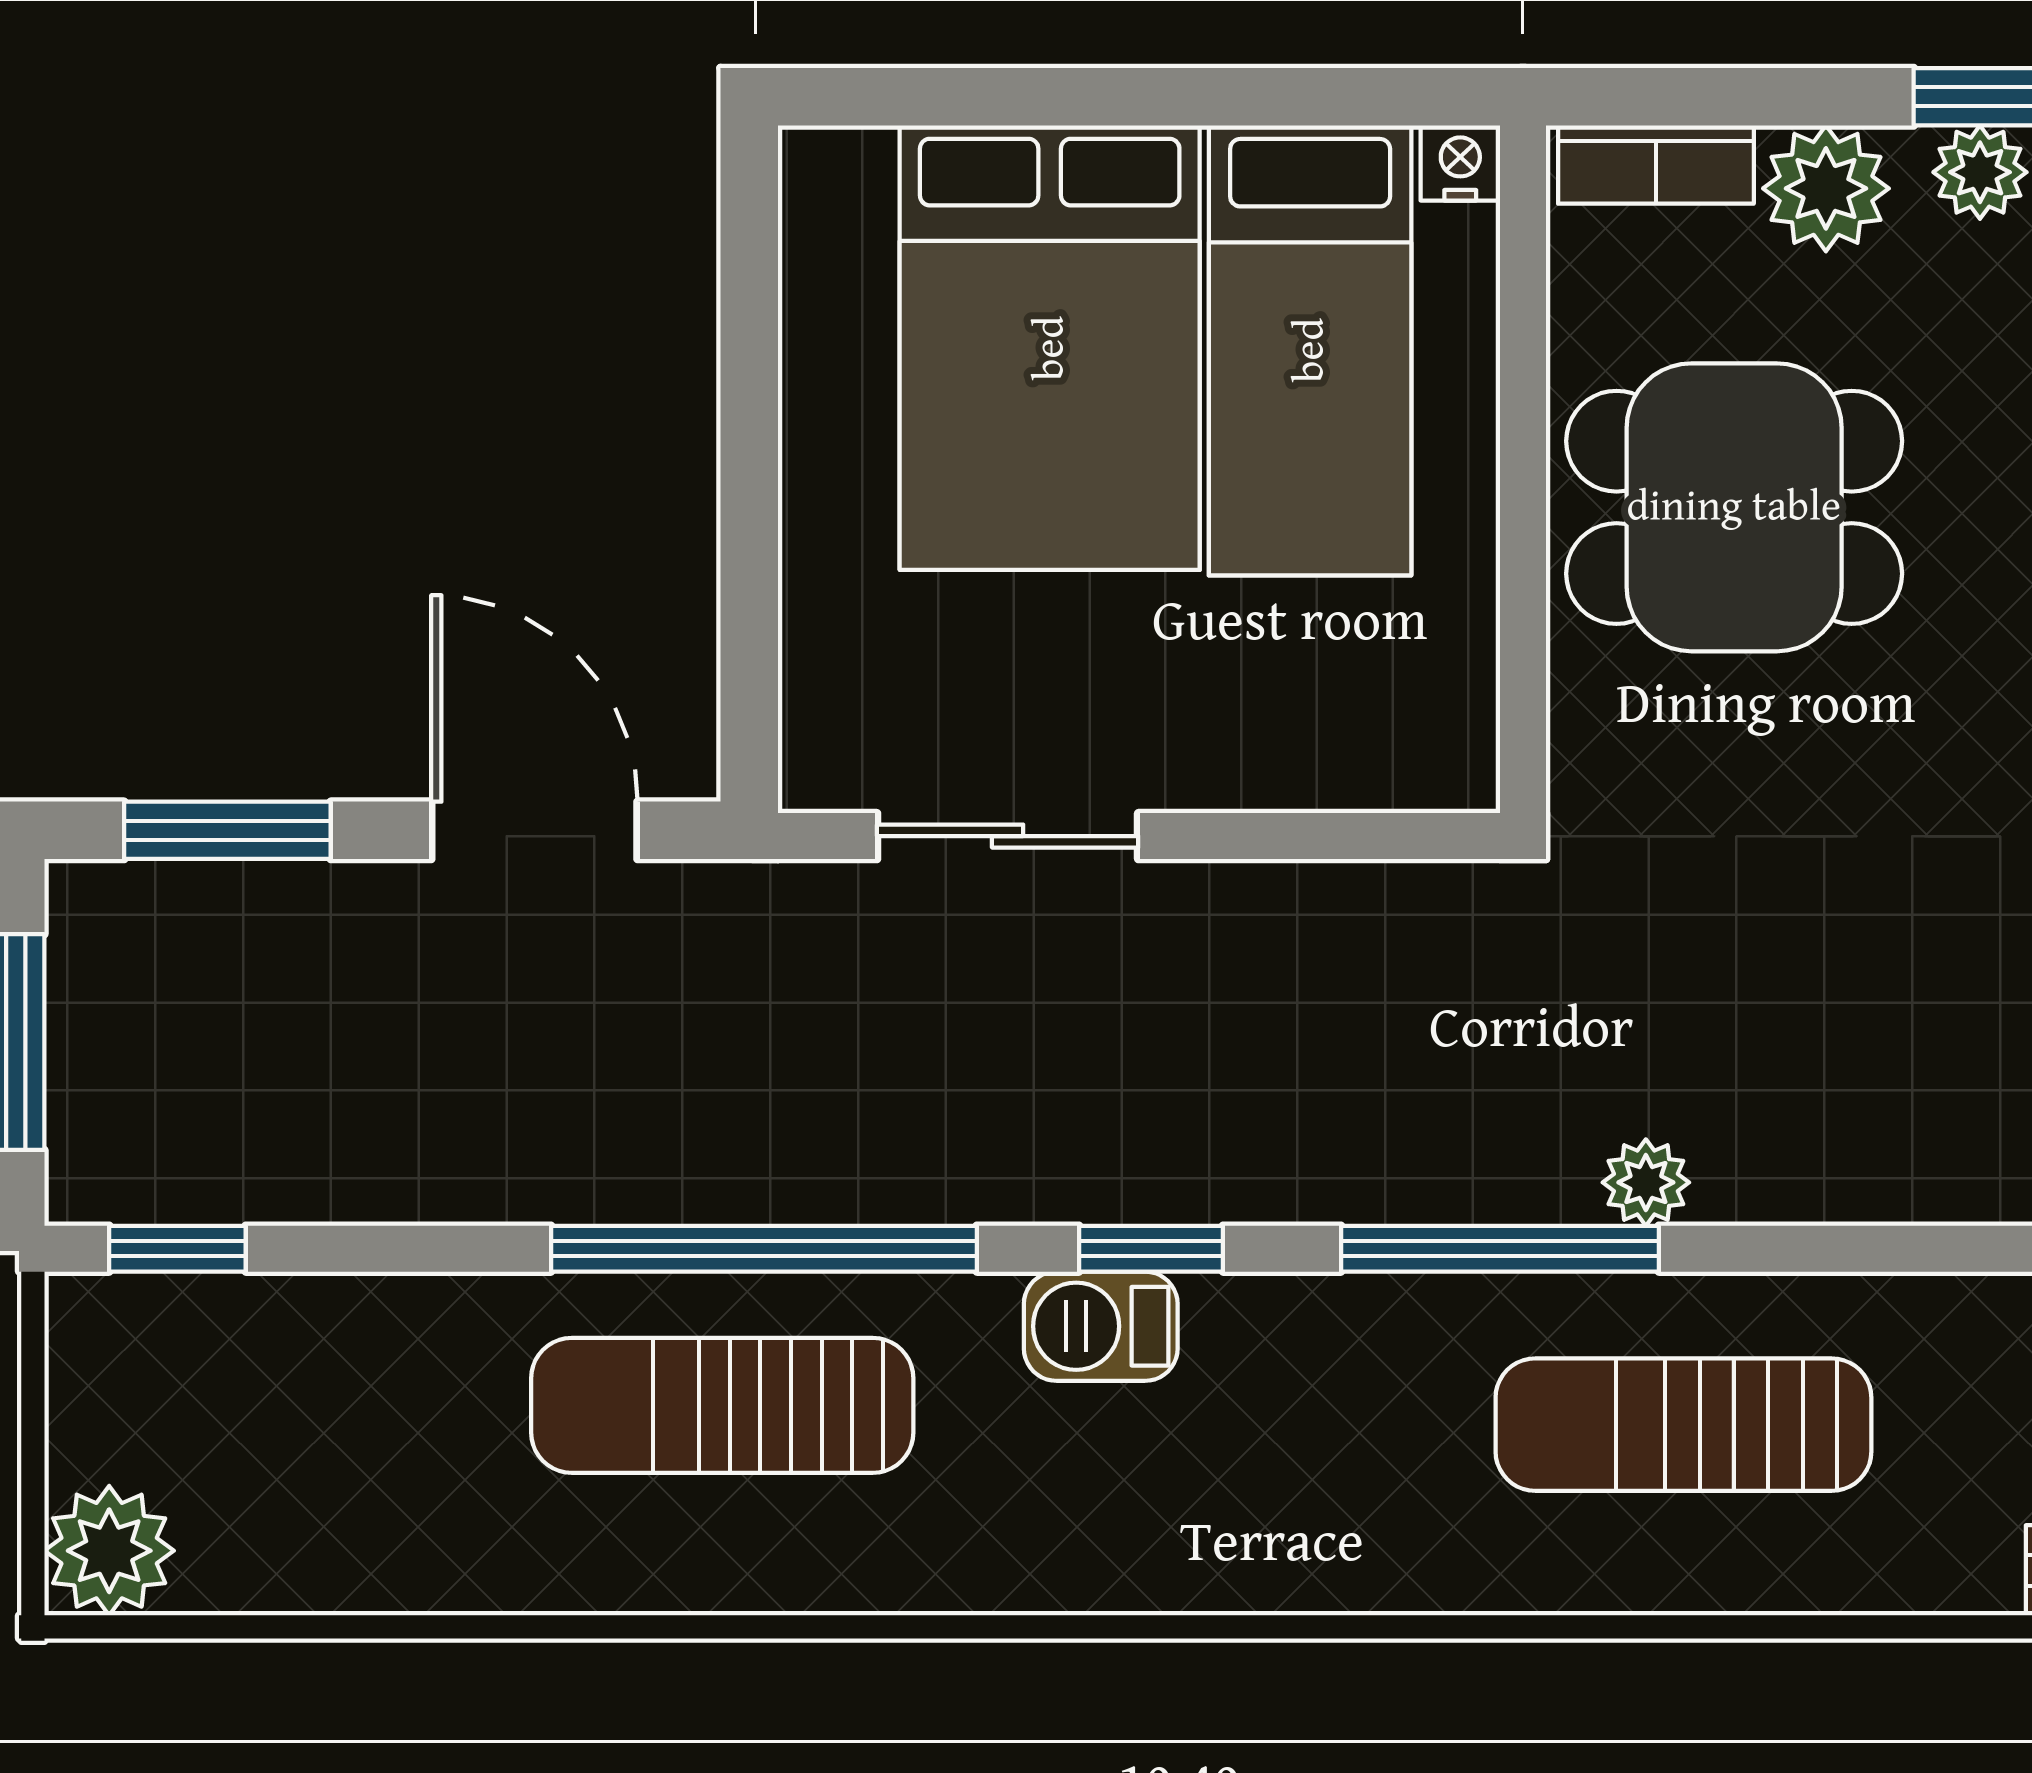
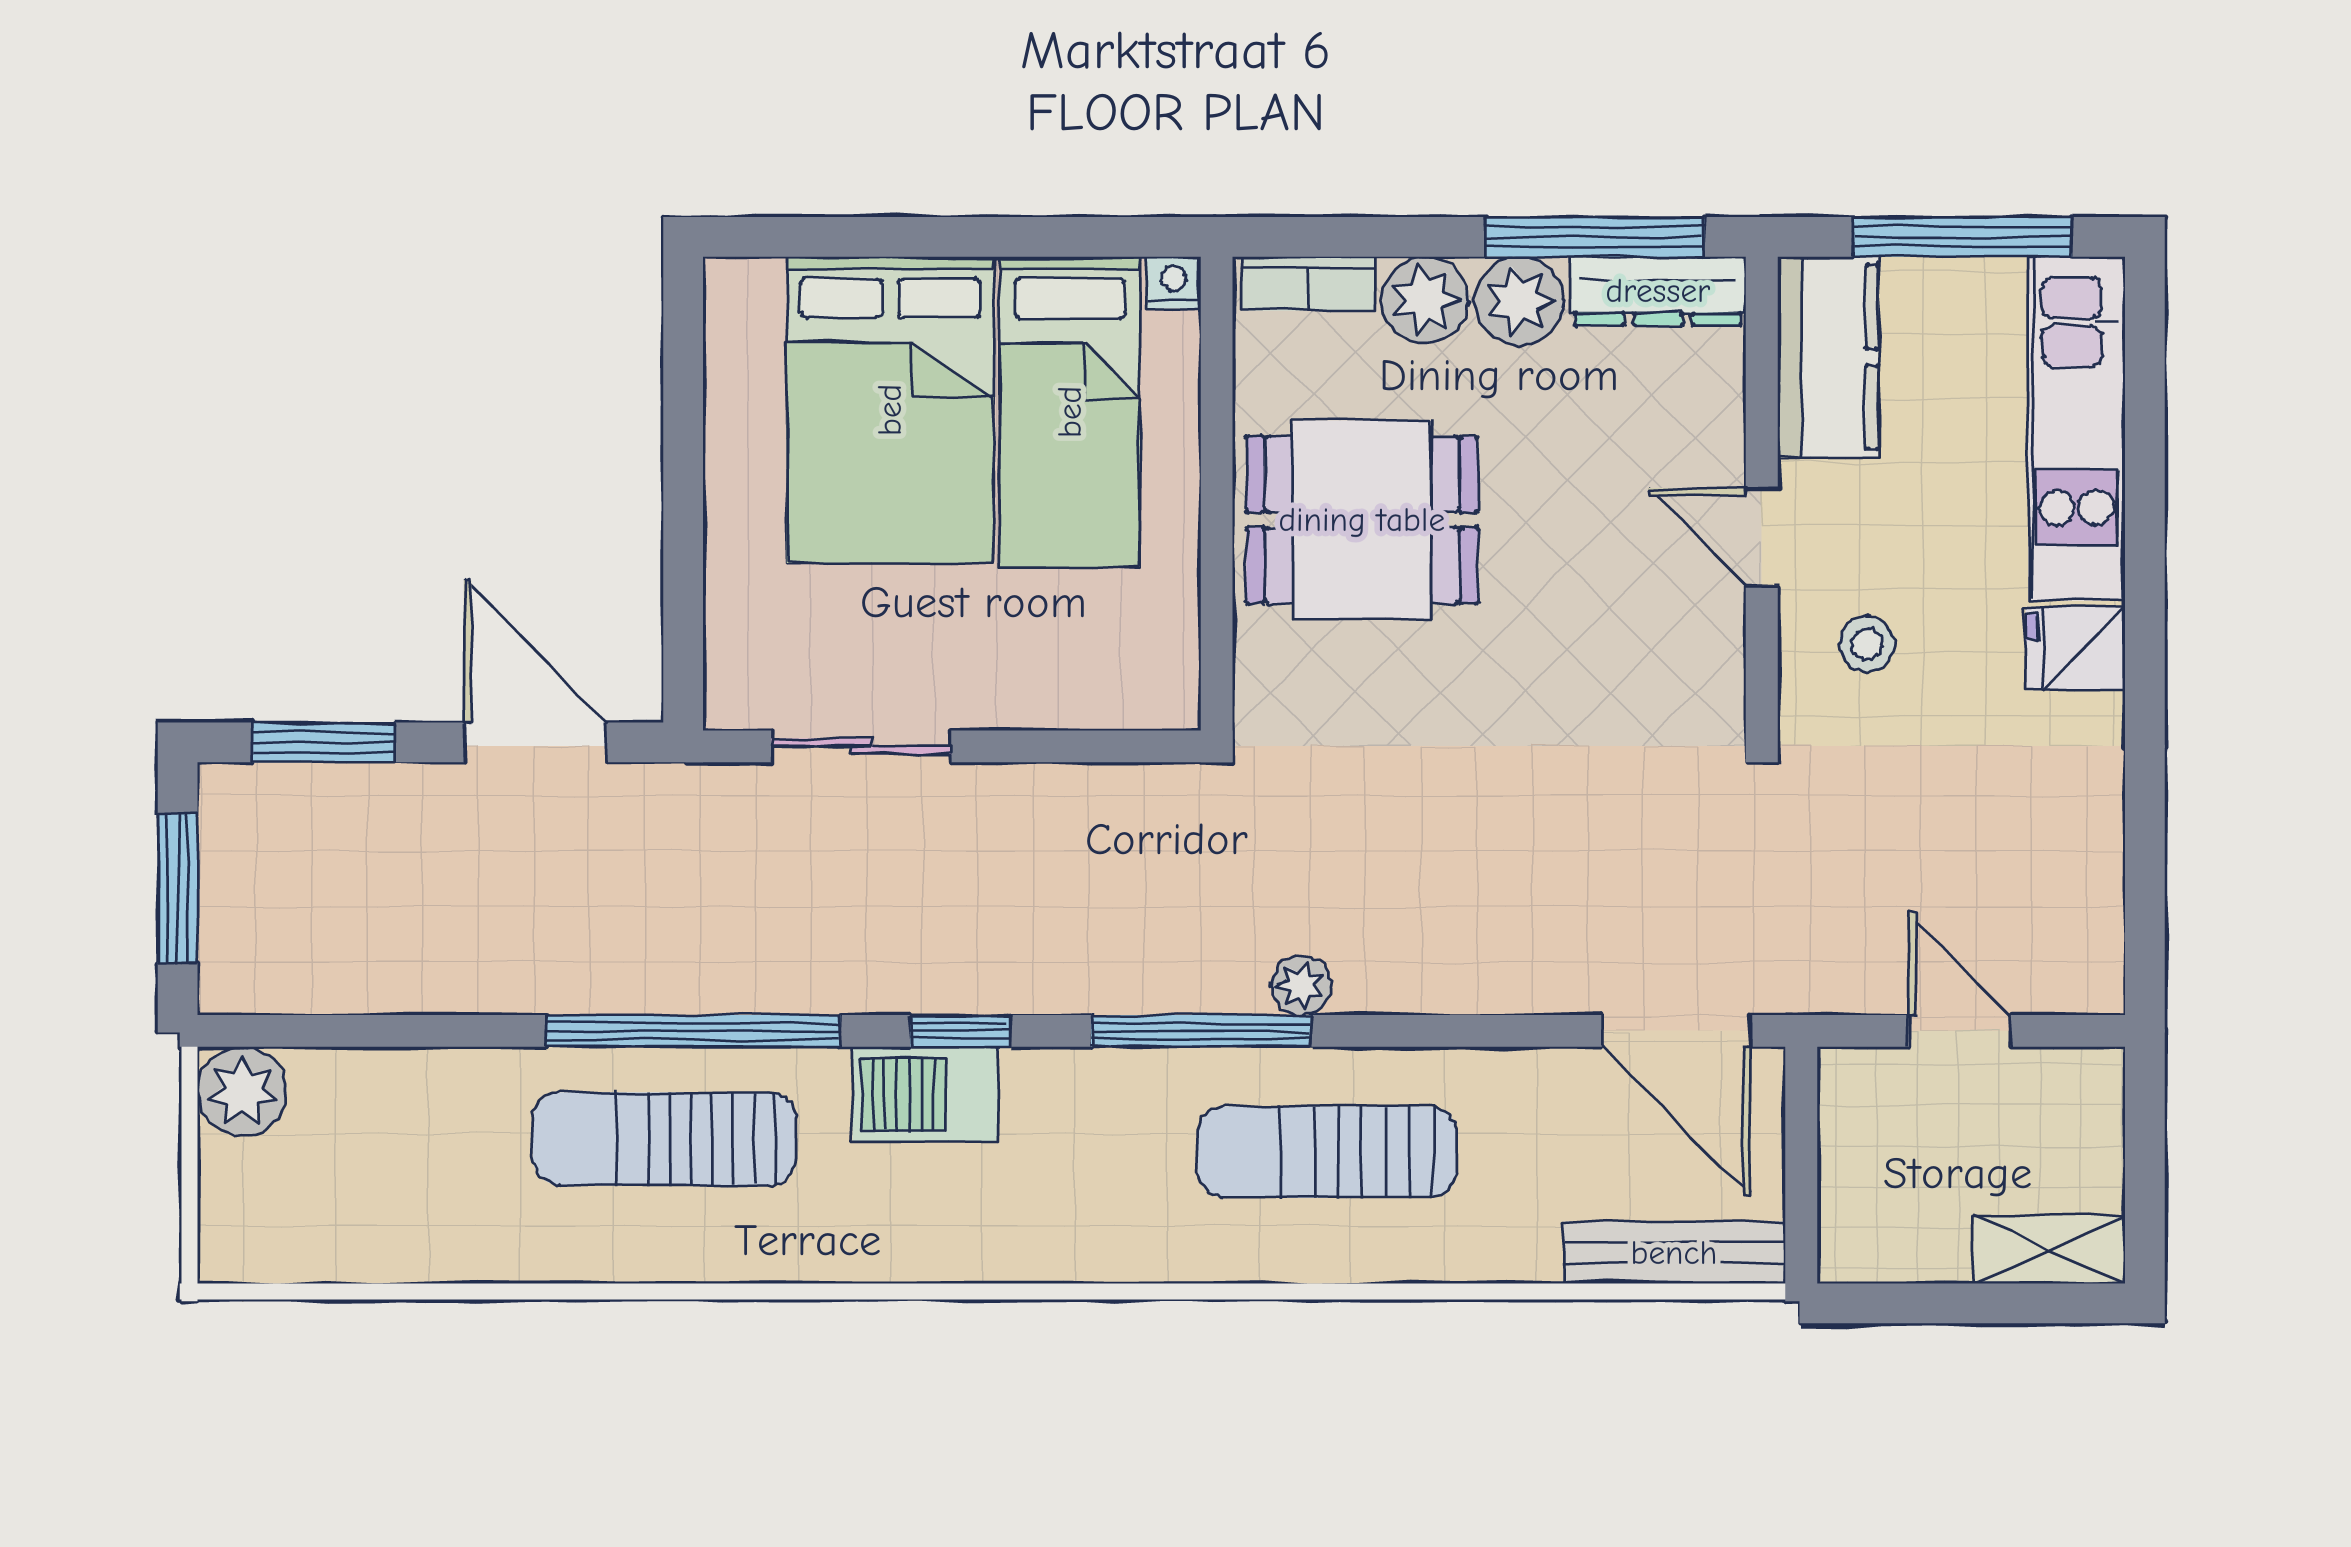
plant: (1980, 172) -> (1520, 301), width x1.38, depth x1.38
window: (177, 1249) -> (289, 1031), removed
barbecue: (1101, 1326) -> (926, 1094), width x1.38, depth x1.27
plant: (109, 1551) -> (242, 1091), moved

